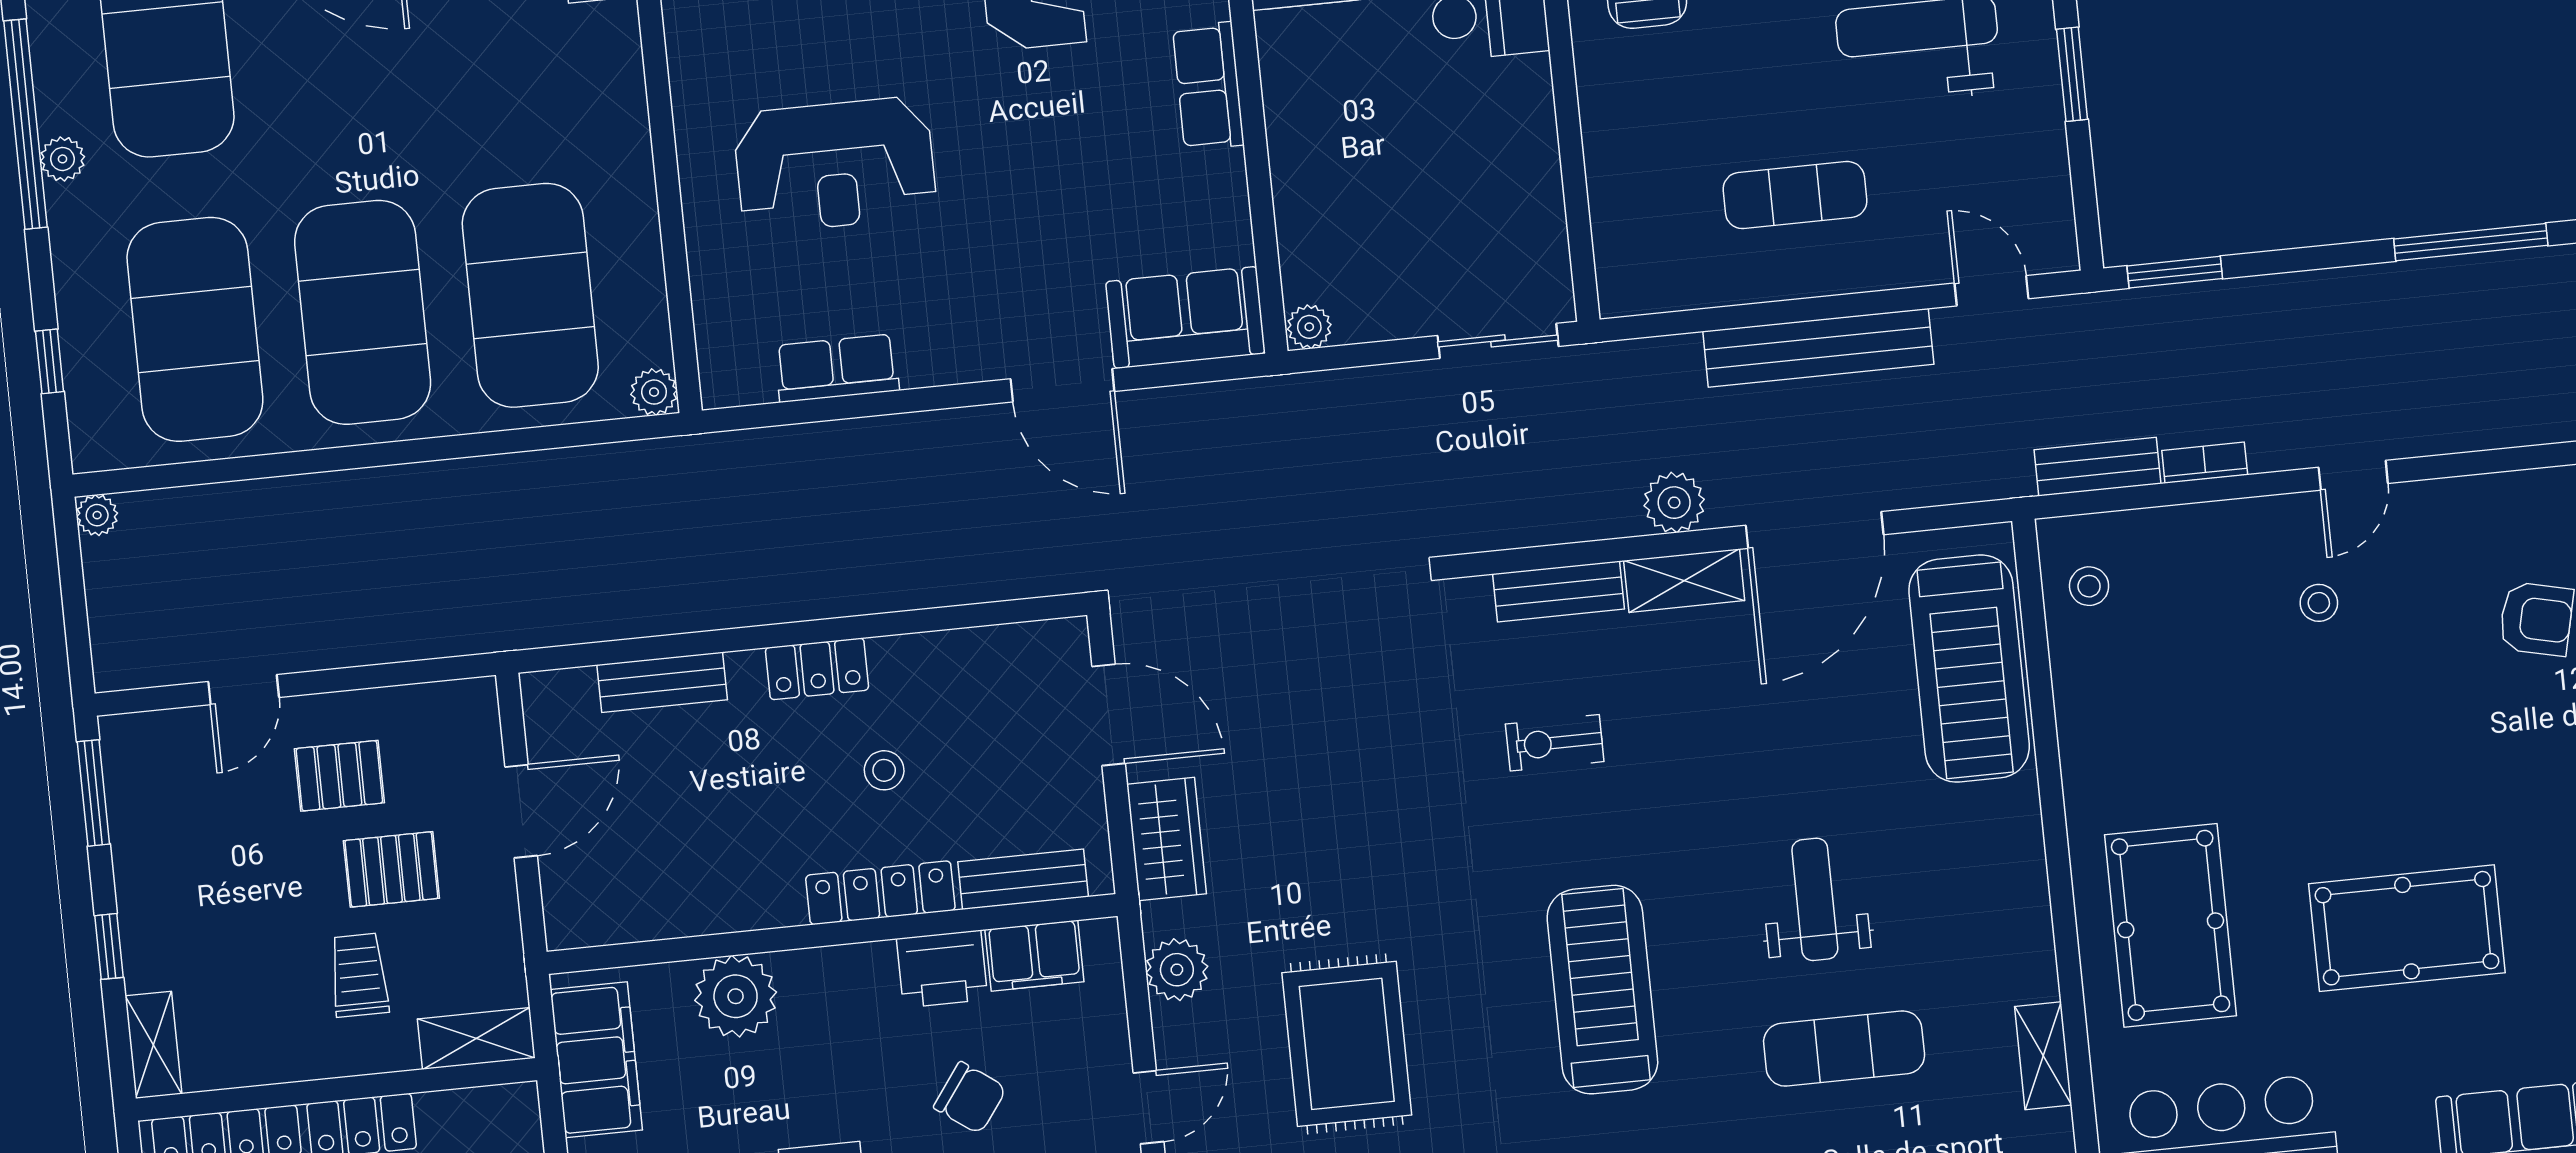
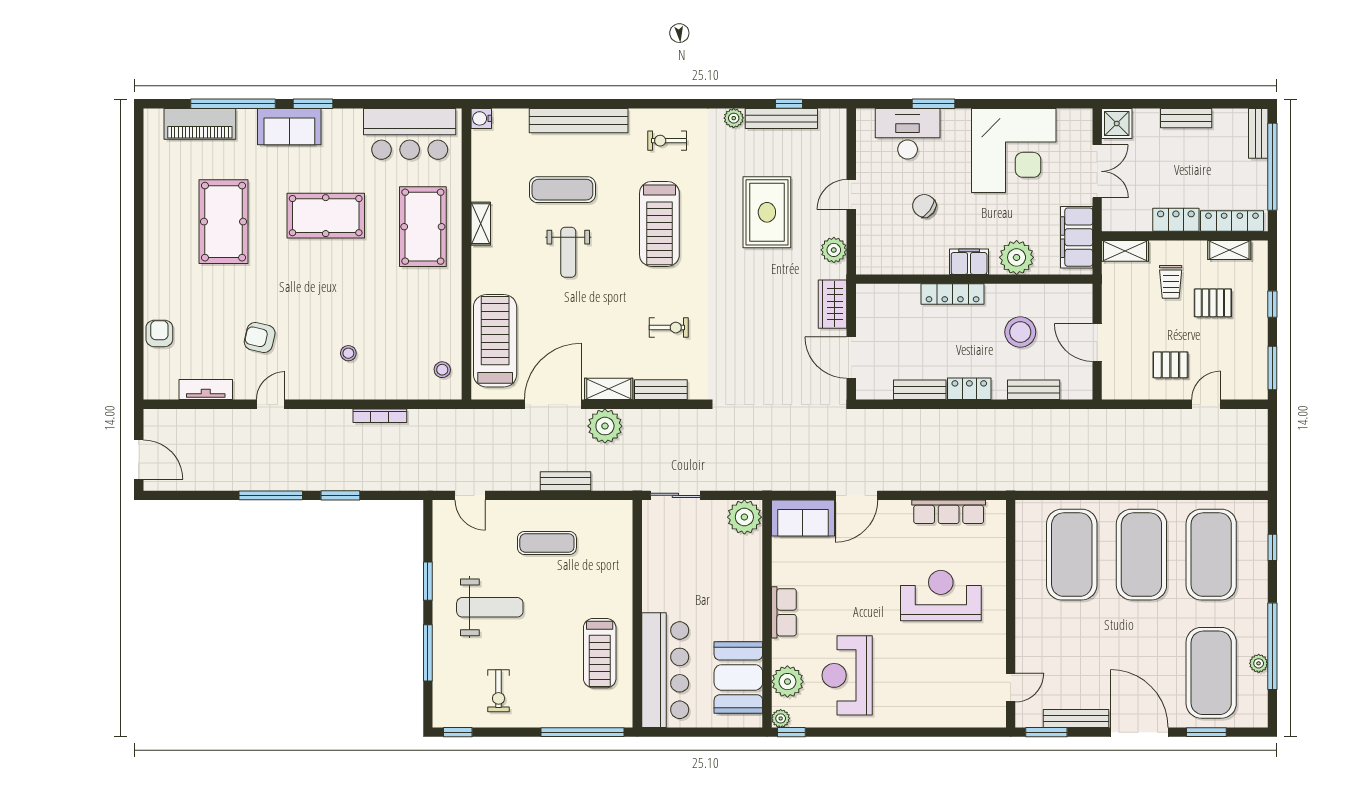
plant: (62, 159) -> (1259, 663), moved
window: (2175, 272) -> (340, 495), moved
plant: (1309, 327) -> (744, 517), width x1.87, depth x1.87
bench: (1818, 348) -> (565, 481), width x0.54, depth x0.82
row of seats: (837, 368) -> (949, 512), width x1.48
door: (1062, 385) -> (856, 495), swing flipped
plant: (654, 392) -> (1025, 510), removed
bookcase: (2205, 463) -> (380, 416), width x1.56
bench: (2097, 467) -> (434, 419), removed
door: (2353, 475) -> (271, 404), moved
plant: (1674, 503) -> (605, 426), width x1.36, depth x1.36
plant: (97, 515) -> (1259, 482), removed
stool: (884, 770) -> (1020, 332), moved, width x1.89, depth x1.89
door: (521, 811) -> (1097, 343), hinge flipped
pallet: (391, 869) -> (1213, 303), moved
bench: (1023, 879) -> (920, 390), moved
filing cabinet: (1034, 956) -> (969, 262), moved
printer: (942, 969) -> (930, 260), removed
shelving: (153, 1045) -> (1229, 250), moved, turned 90
shelving: (2043, 1056) -> (481, 224), moved

